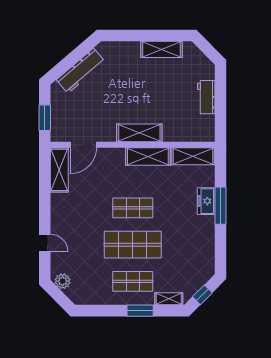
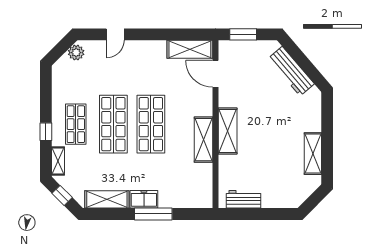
workbench: (206, 97) -> (243, 199), moved
shelving: (193, 156) -> (107, 199), moved, turned 90
freezer: (206, 201) -> (144, 199), moved
shop shelf: (133, 208) -> (151, 124), width x1.43, depth x1.36
window: (140, 311) -> (46, 132), width x0.67

